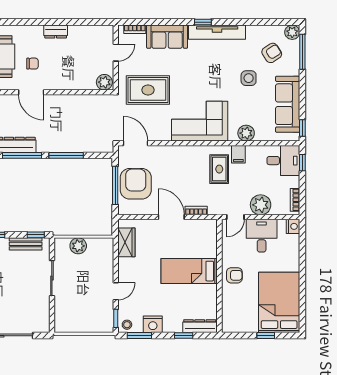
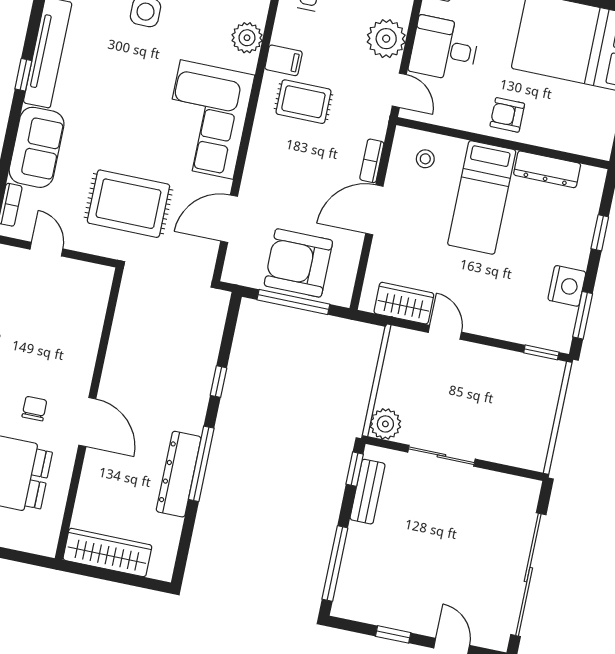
plant: (104, 82) -> (97, 282), removed
rug: (148, 90) -> (128, 204), turned 90
door: (31, 92) -> (87, 422), hinge flipped
door: (136, 143) -> (229, 219), moved
window: (66, 155) -> (218, 382), width x0.46
plant: (78, 246) -> (385, 424), moved
armchair: (234, 275) -> (507, 115), turned -90
door: (116, 291) -> (445, 332), moved
stool: (127, 325) -> (425, 159), moved
dresser: (200, 326) -> (547, 169), moved, turned -90

